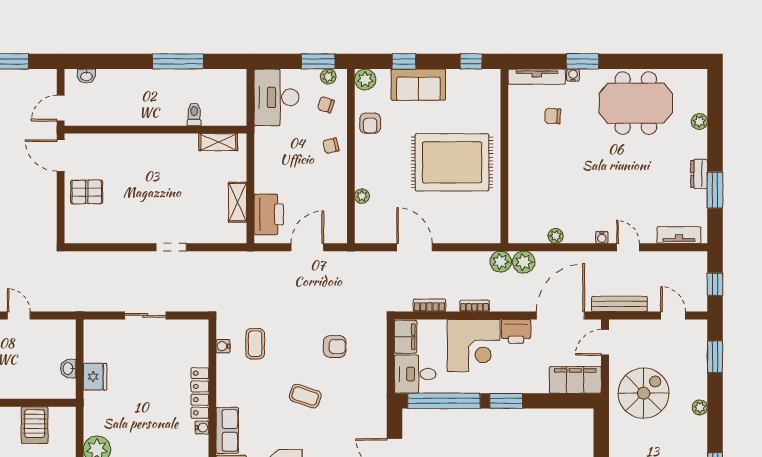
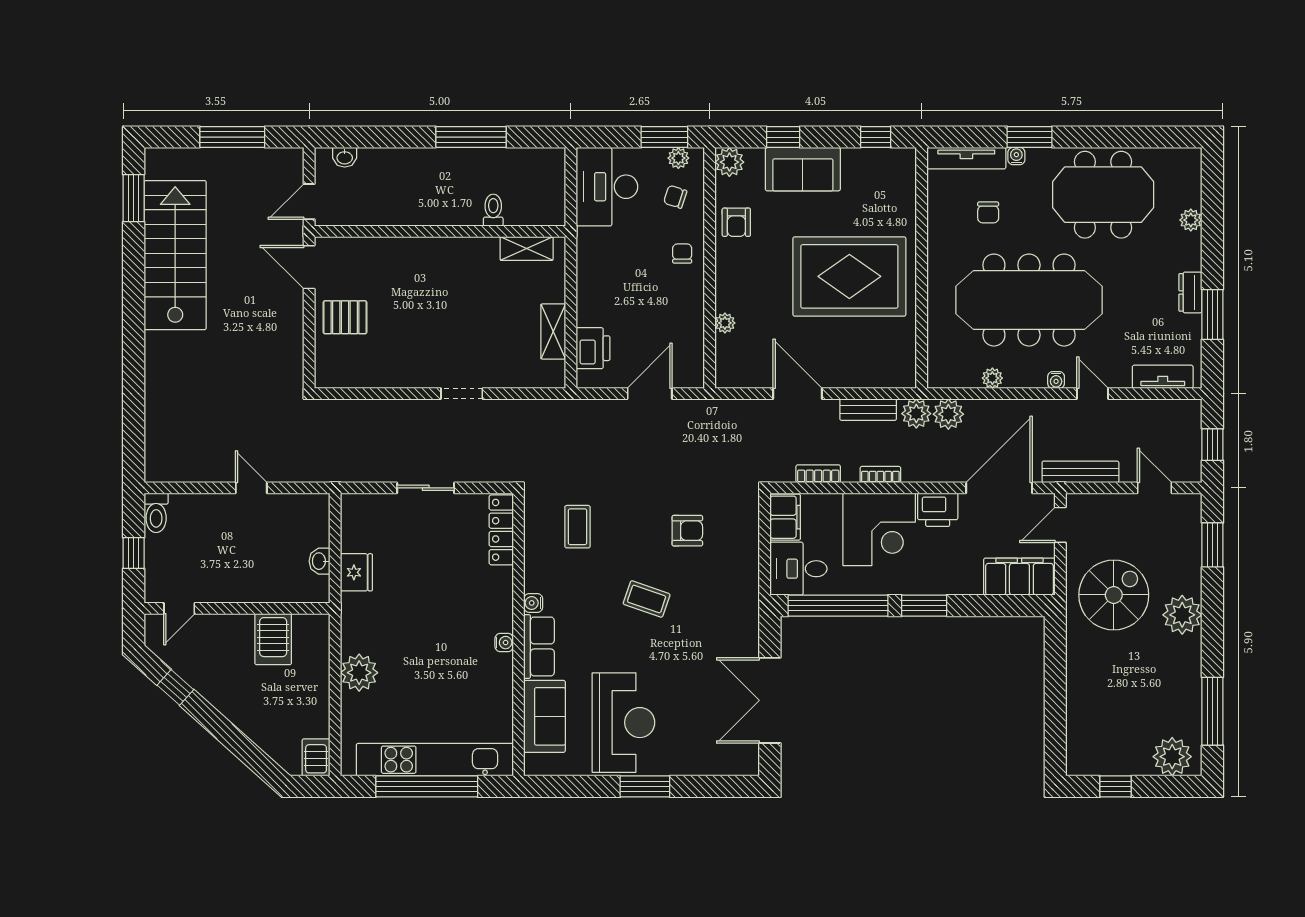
chair: (553, 116) -> (988, 212), turned -93
chair: (331, 146) -> (682, 254), turned 103
meeting table: (582, 179) -> (1029, 300), added
printer: (269, 214) -> (593, 348), width x0.73, depth x0.84
bench: (466, 259) -> (868, 410), added
water cooler: (223, 346) -> (533, 603), moved
locker: (200, 393) -> (501, 530), moved
plant: (700, 407) -> (1182, 615), width x1.87, depth x1.87

